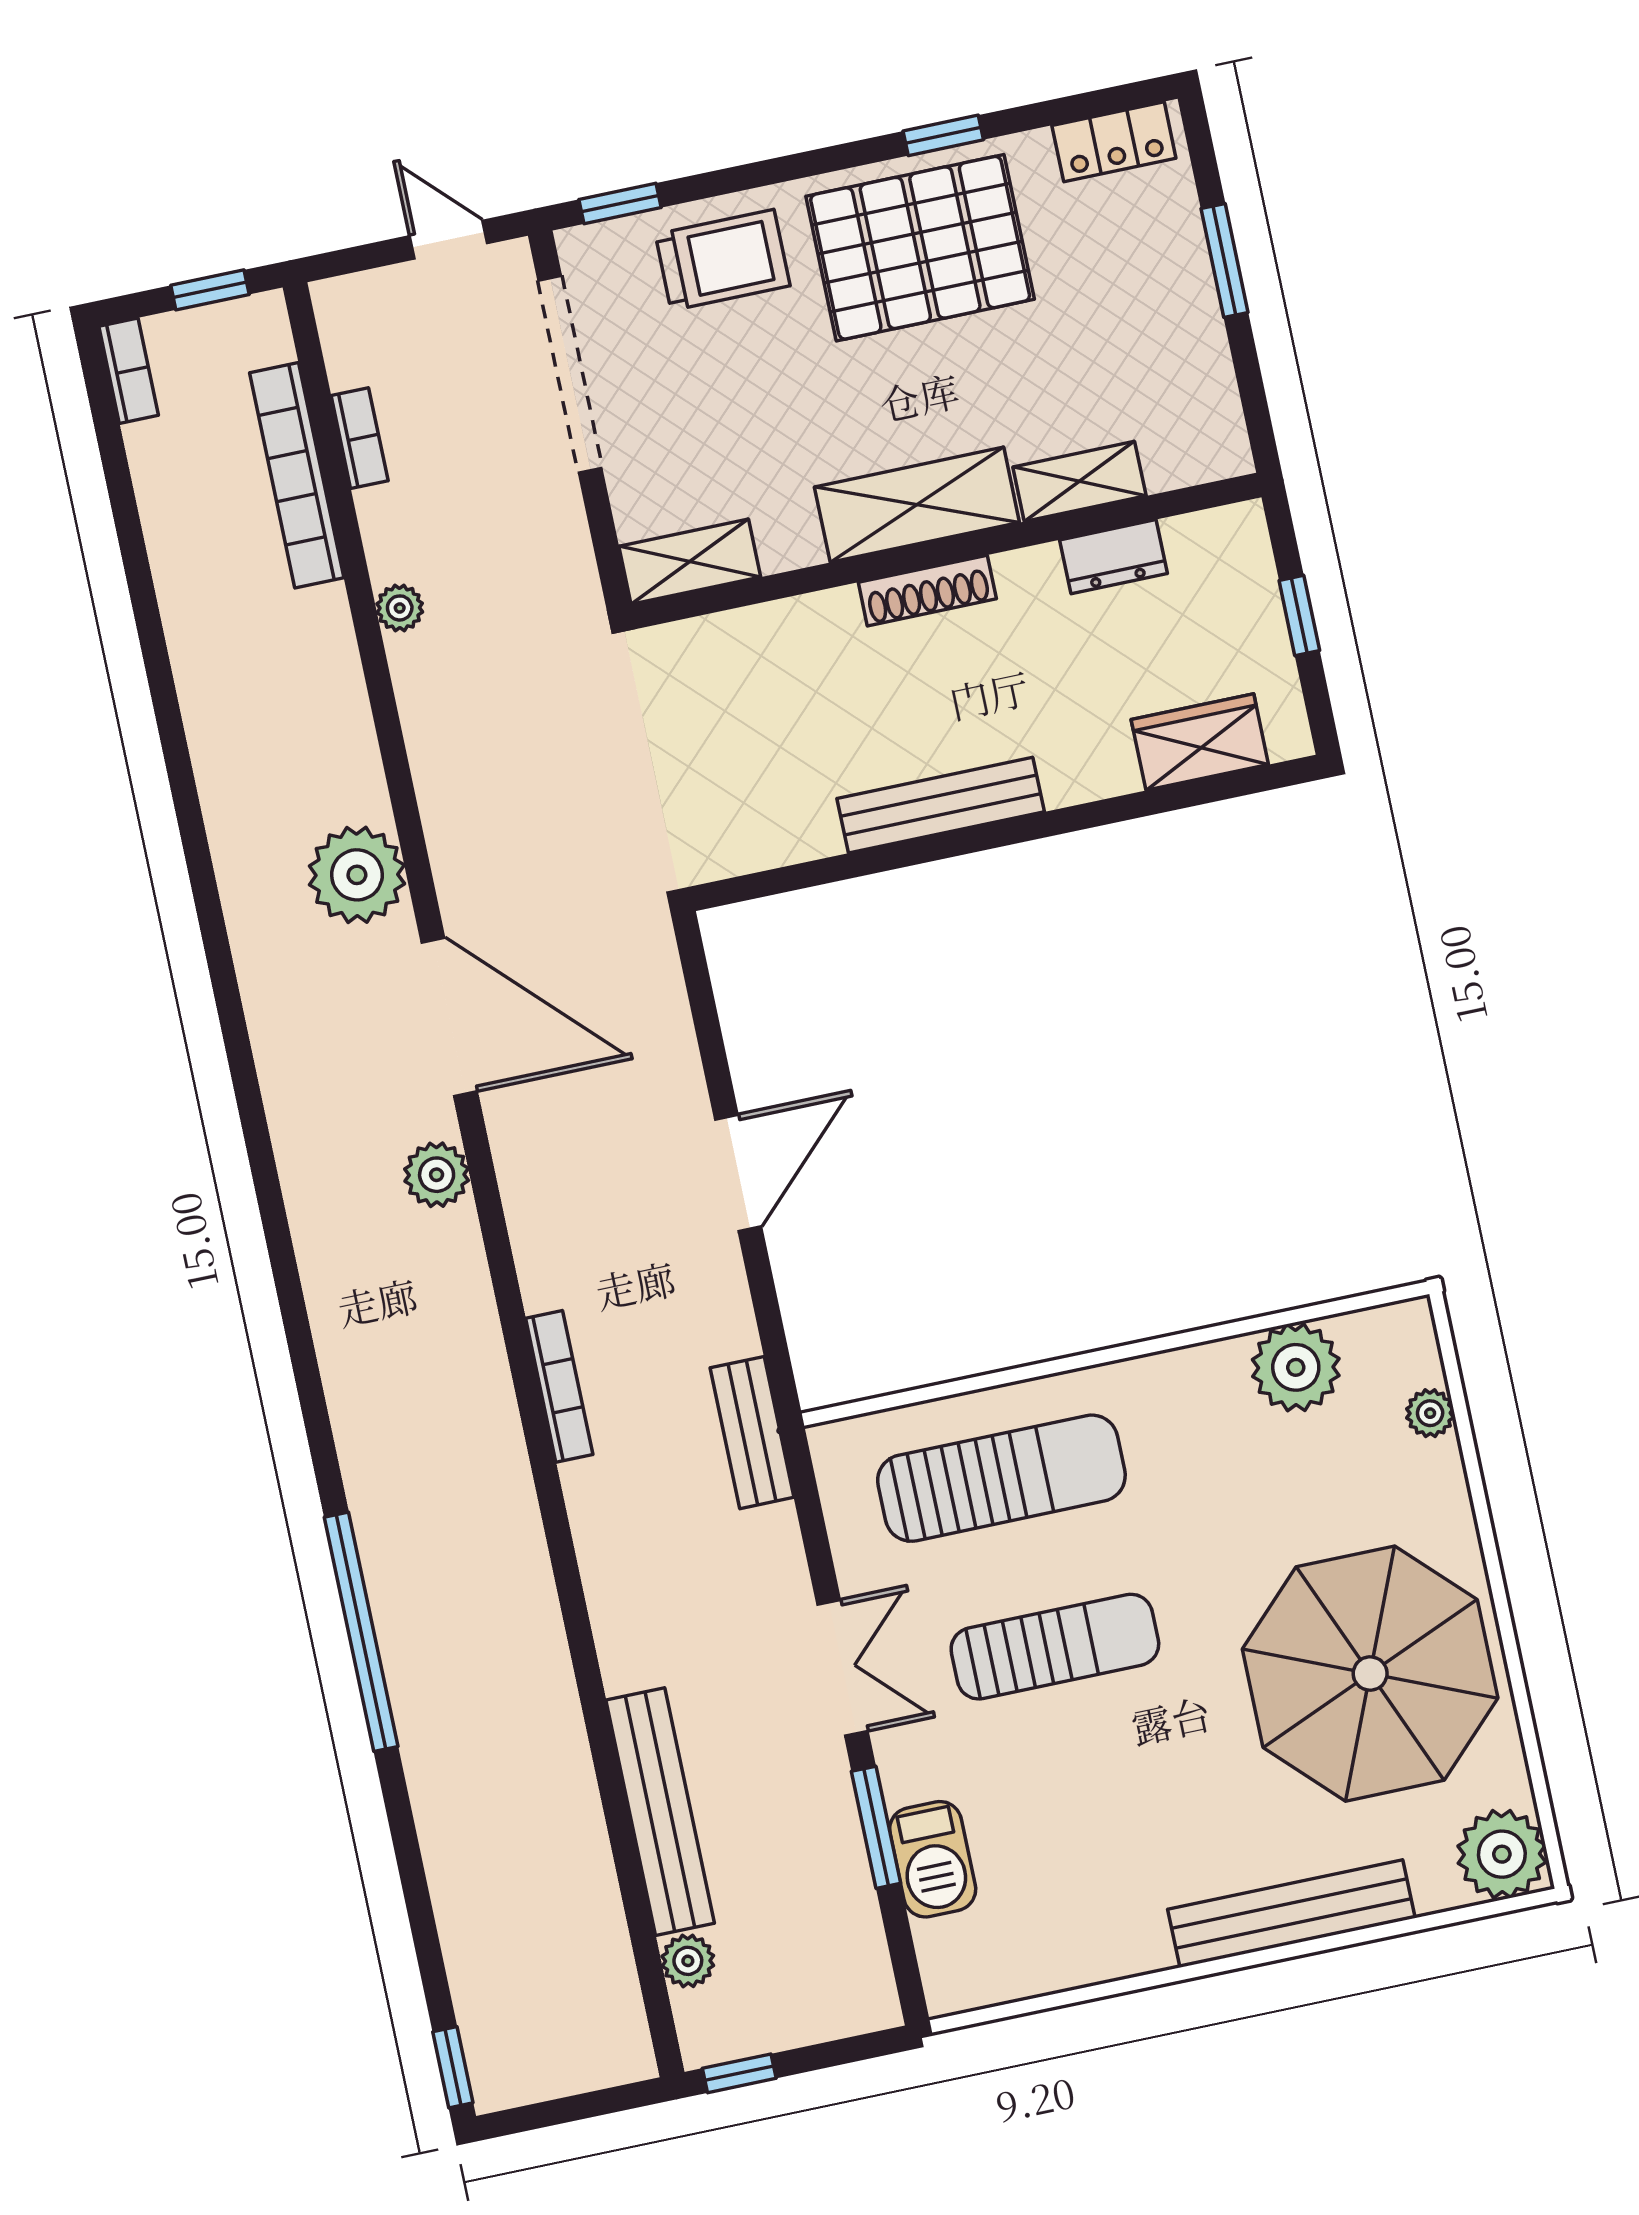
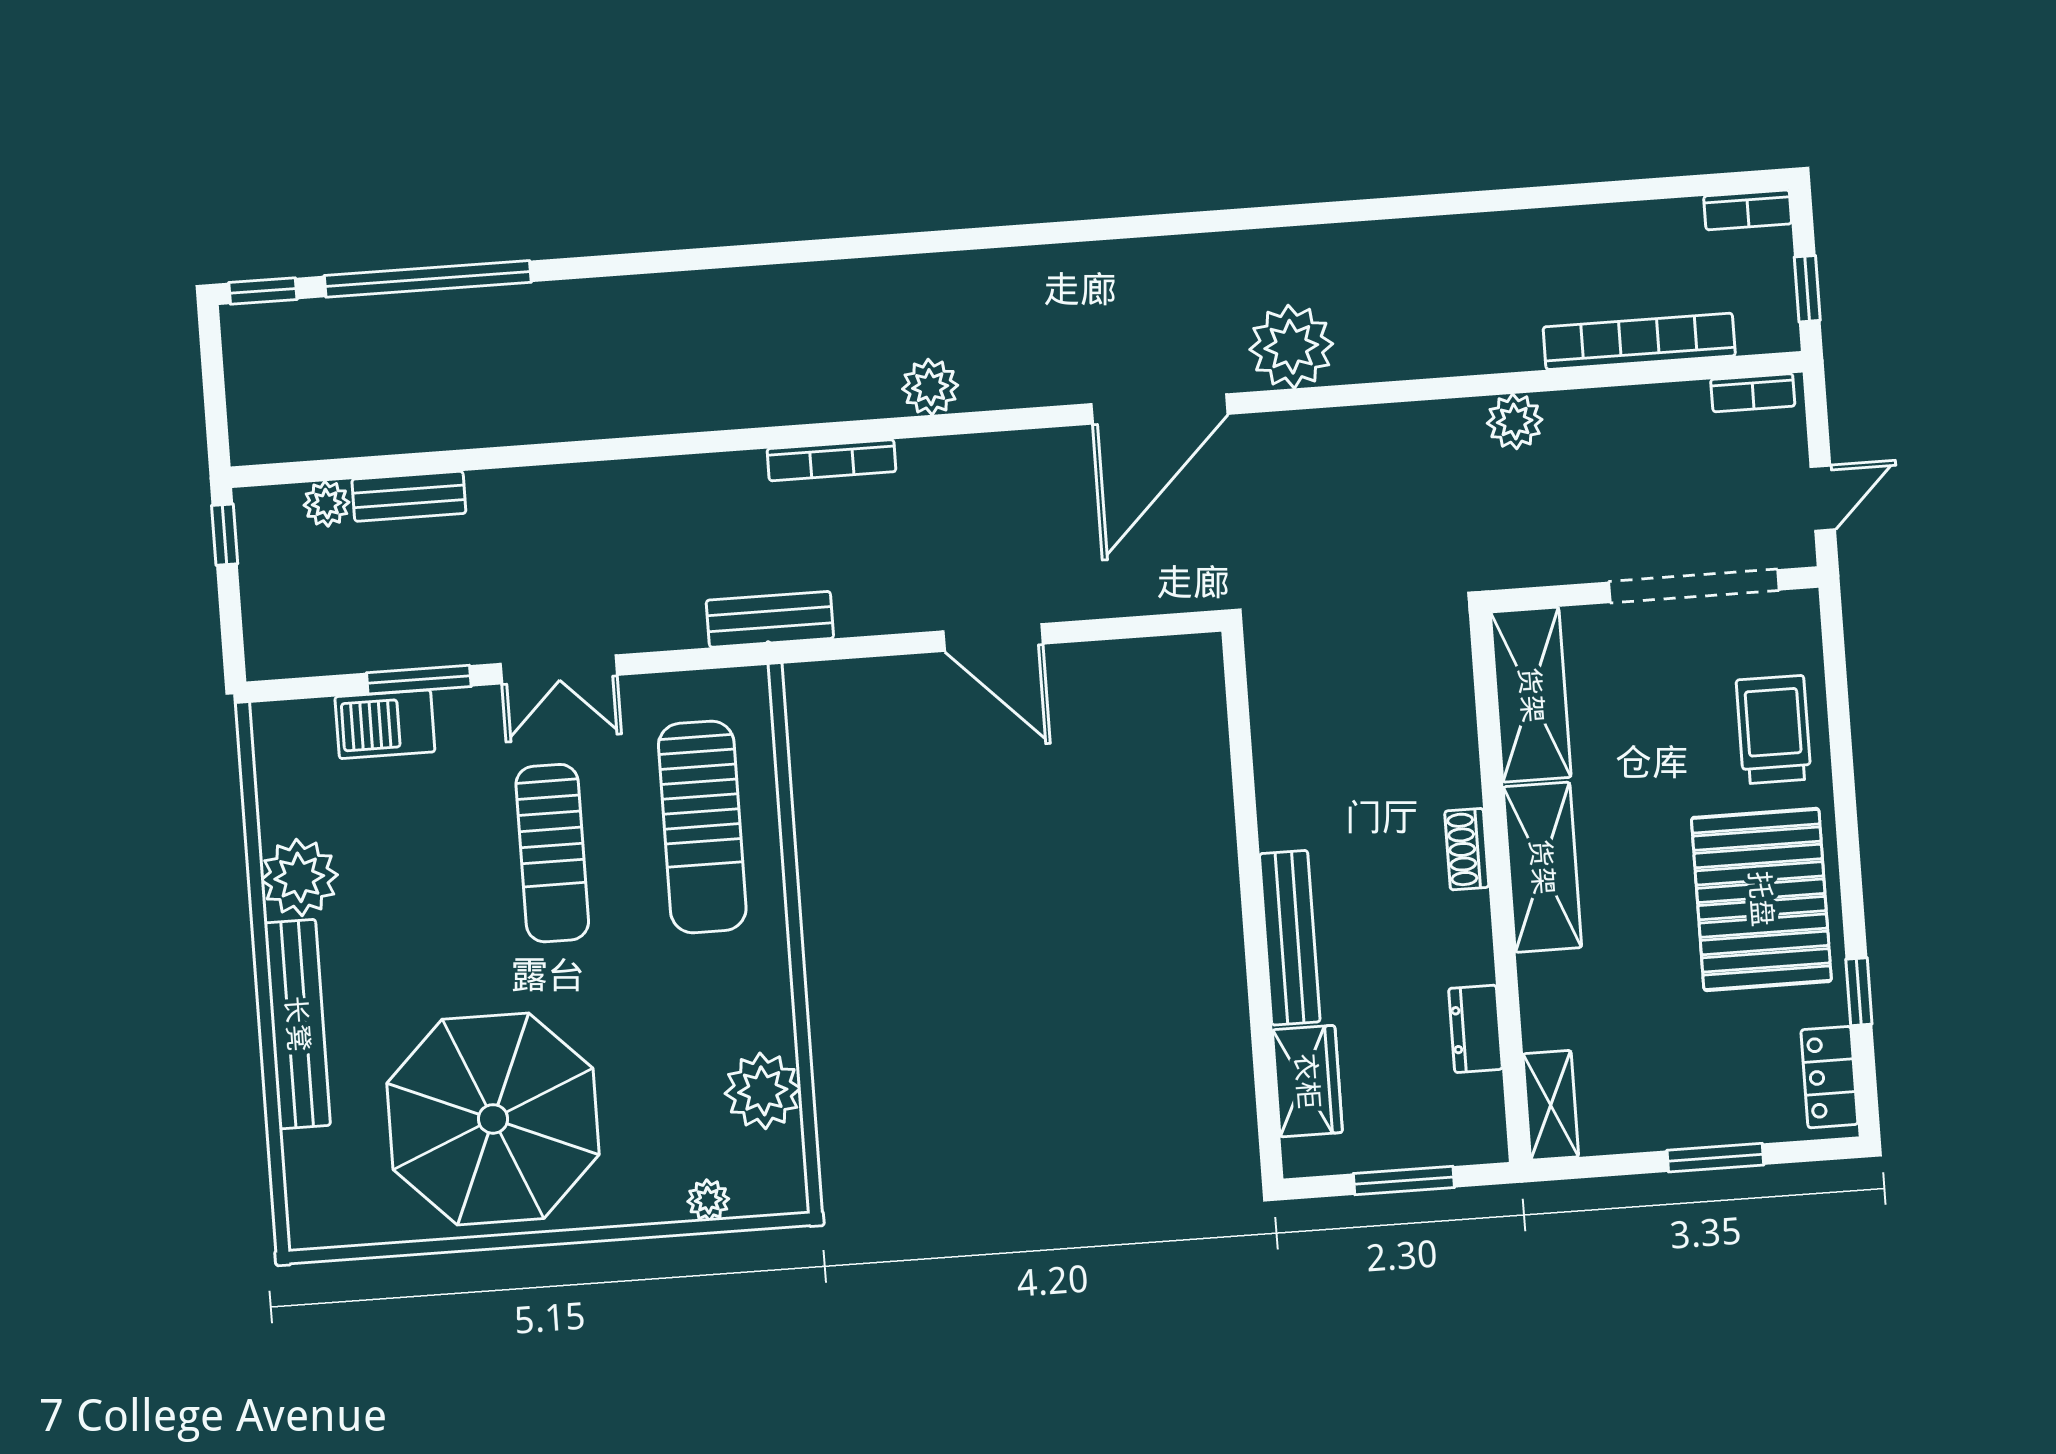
window: (943, 135) -> (1859, 992), moved
window: (620, 204) -> (1834, 649), removed
trolley: (723, 260) -> (1774, 730), turned 180
bookcase: (360, 438) -> (1753, 393), moved
shelving: (1079, 481) -> (1551, 1105), moved
shelving: (690, 562) -> (1531, 695), width x1.50, depth x1.33
shoe rack: (927, 591) -> (1467, 849), width x0.70
plant: (400, 608) -> (1515, 421), width x1.38, depth x1.38
window: (1299, 616) -> (1404, 1181), width x1.50
bench: (941, 805) -> (1290, 938), moved
plant: (437, 1175) -> (930, 387), moved
window: (361, 1632) -> (428, 279), moved
bench: (660, 1812) -> (409, 496), width x0.54, depth x0.82
plant: (1502, 1854) -> (299, 877), moved

